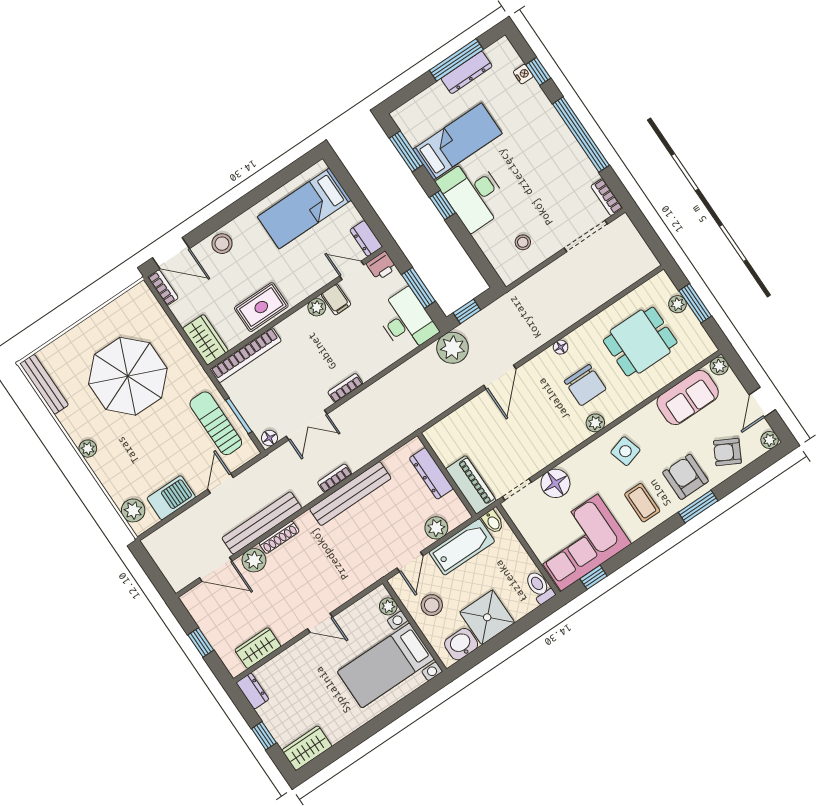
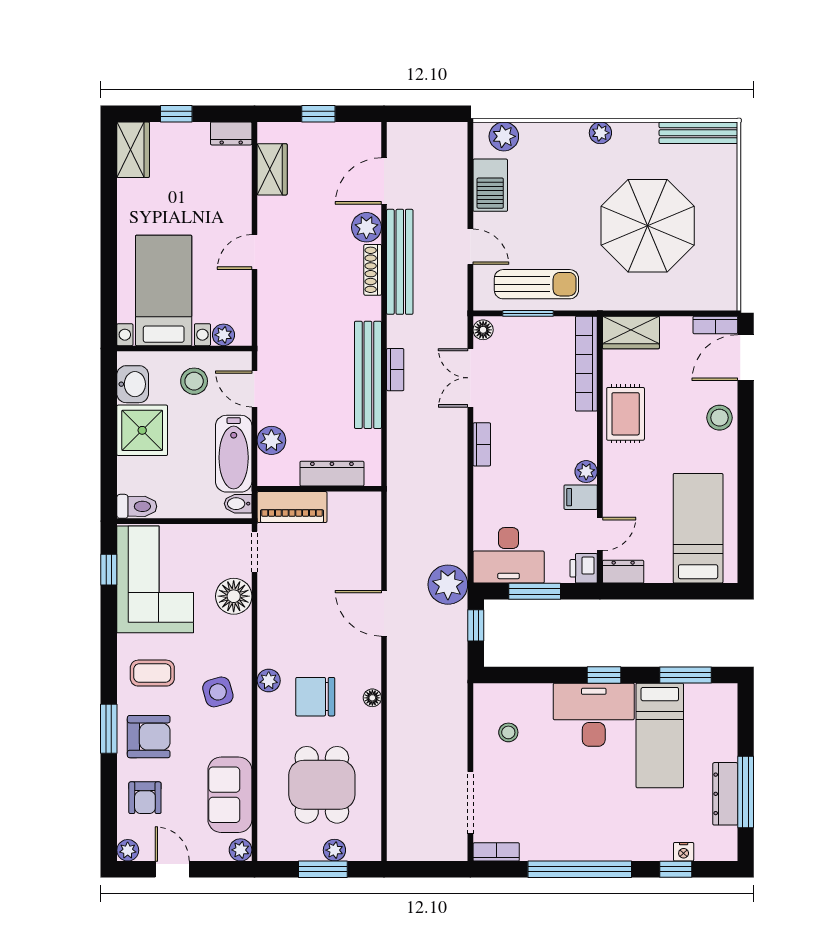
armchair: (727, 452) -> (145, 798), turned 152

